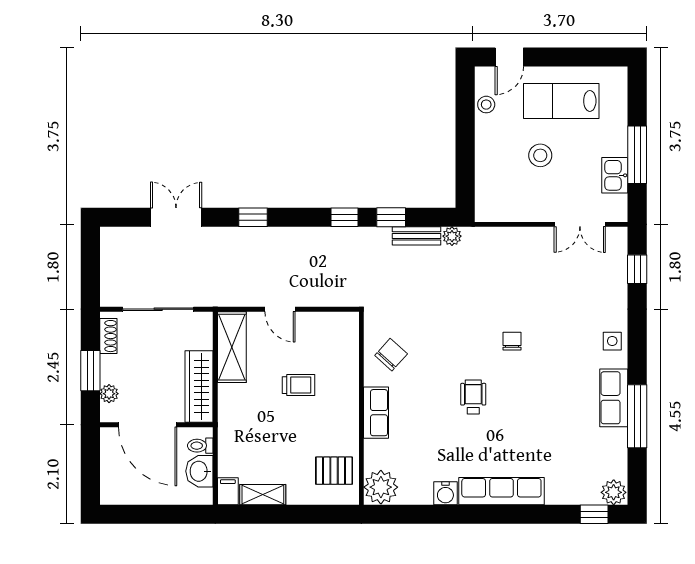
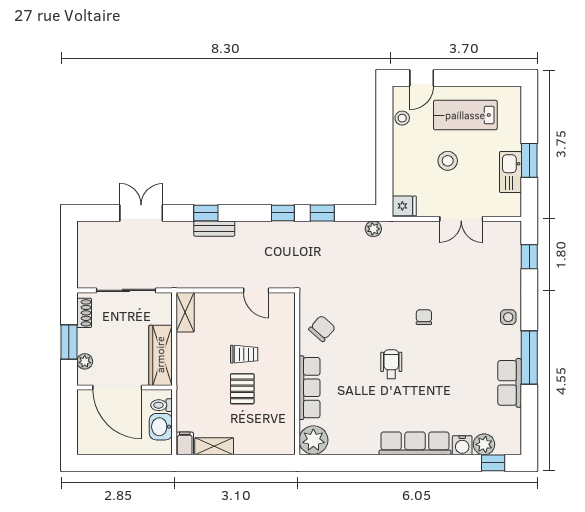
window: (637, 155) -> (529, 160), width x0.69
kitchen sink: (615, 175) -> (510, 172), width x1.38
fridge: (489, 209) -> (404, 206), added
double door: (580, 224) -> (461, 219), moved
bench: (416, 236) -> (214, 229), moved
door: (280, 309) -> (256, 290), moved
shelving: (232, 347) -> (185, 312), width x0.67, depth x0.75
row of seats: (614, 398) -> (510, 383), moved
row of seats: (376, 413) -> (309, 388), width x1.48
window: (637, 416) -> (529, 358), moved
pallet: (334, 471) -> (242, 389), moved, turned 90
plant: (614, 492) -> (484, 444), moved
water cooler: (445, 493) -> (462, 445), moved

